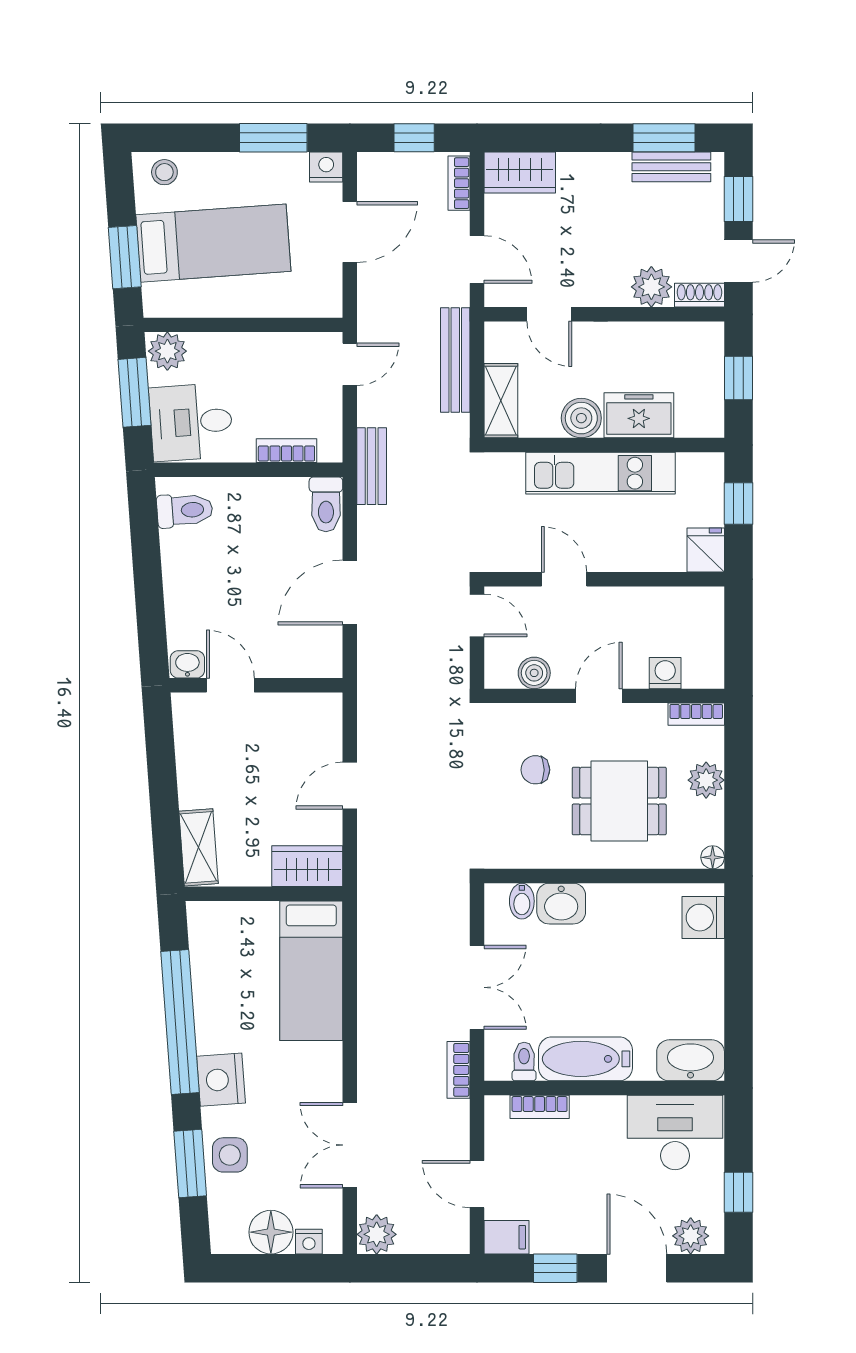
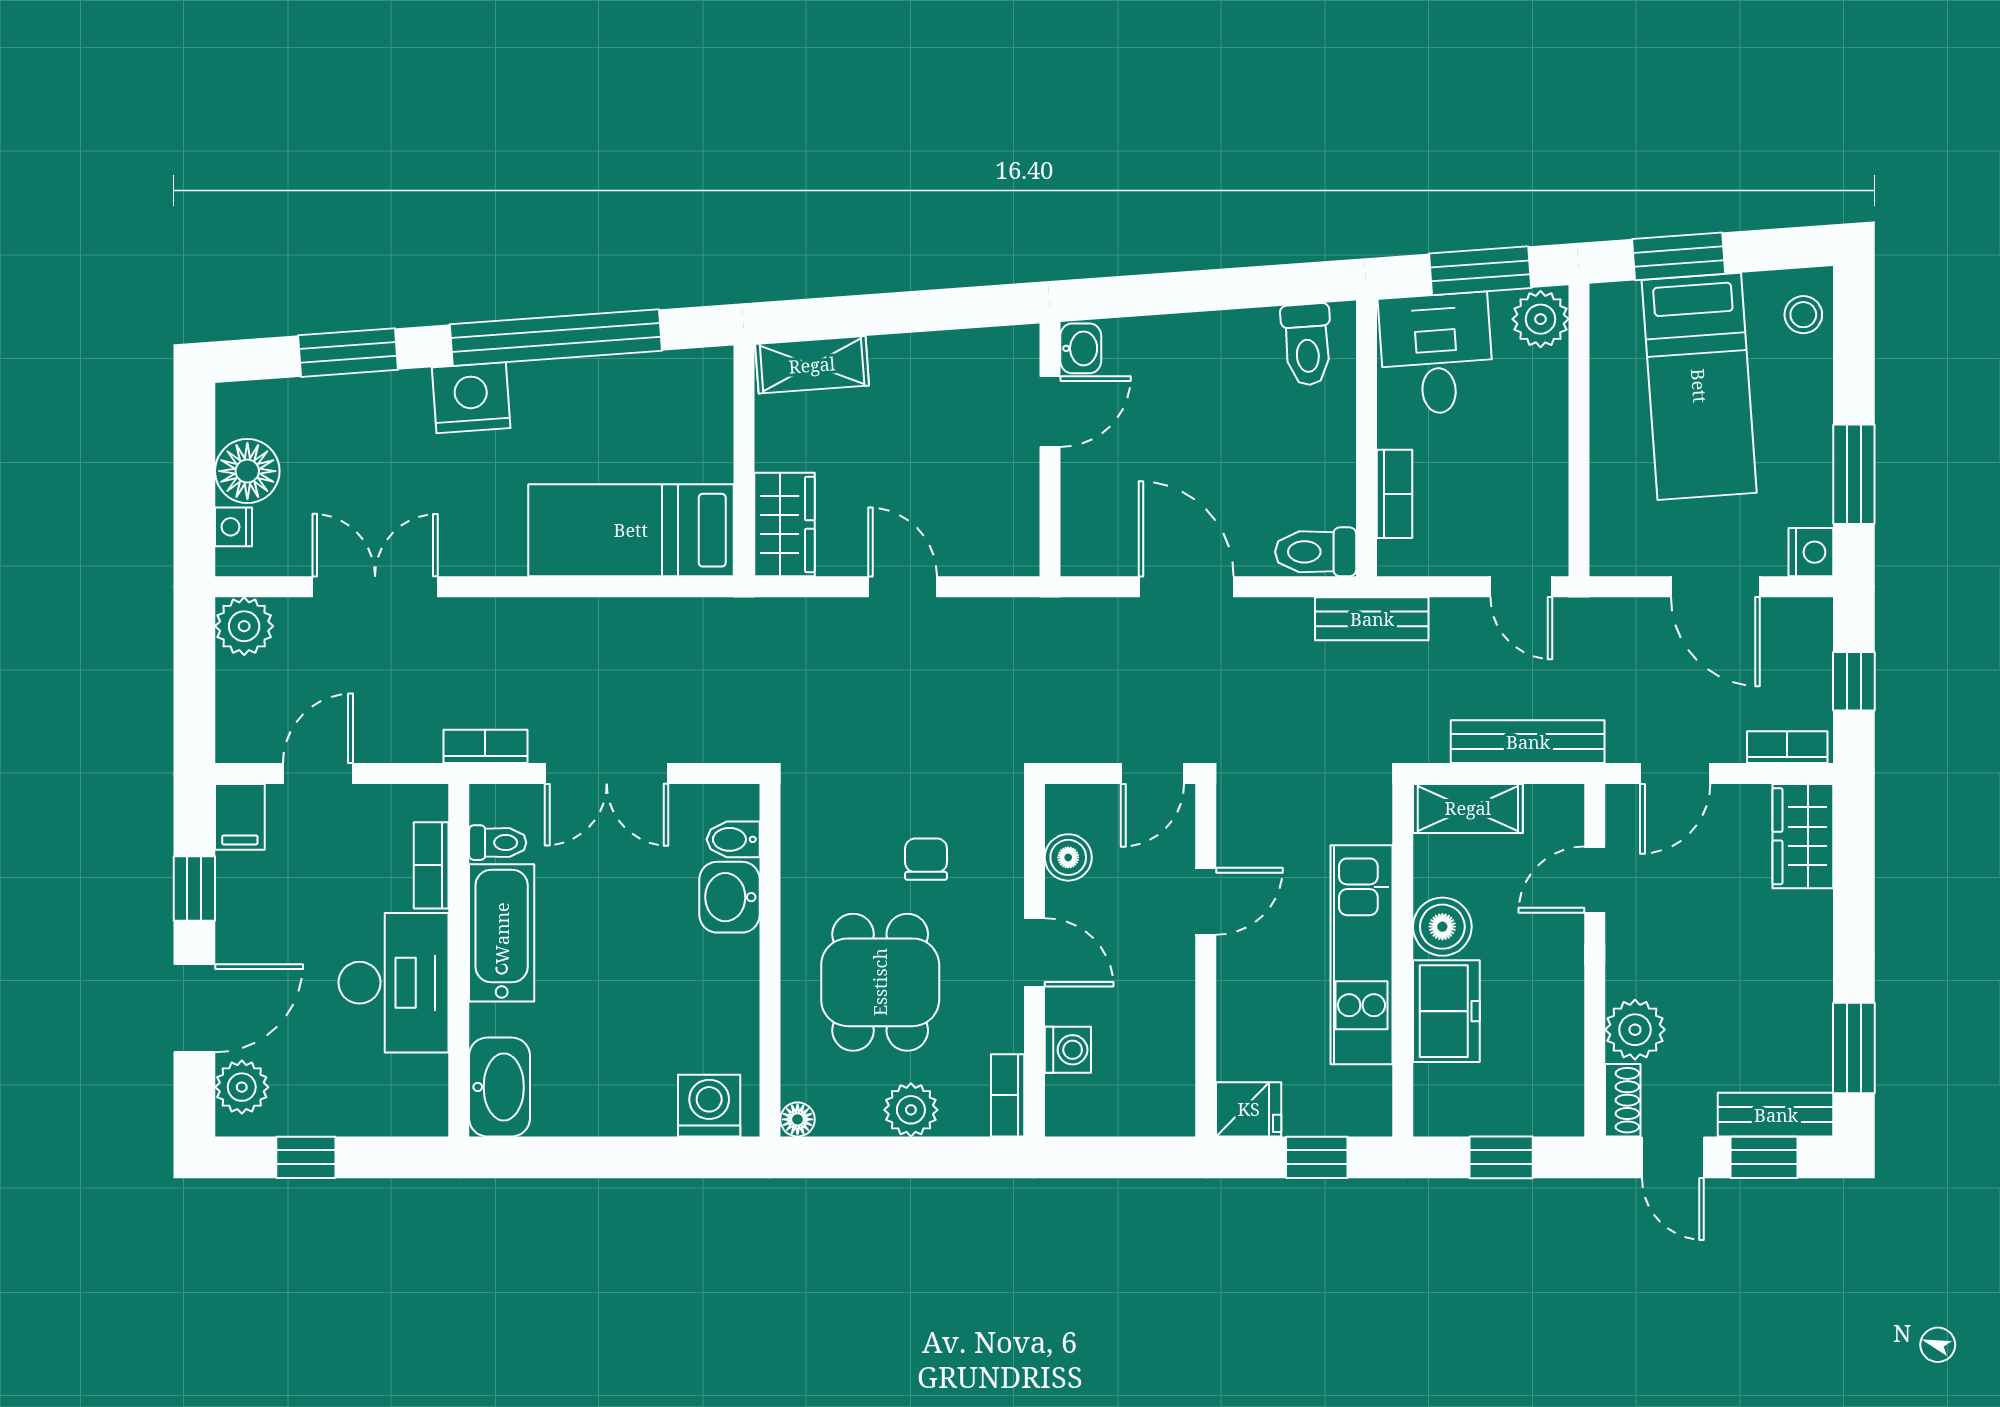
bench: (671, 167) -> (1776, 1115), moved, turned 90
desk: (675, 1132) -> (394, 983), moved
side table: (230, 1155) -> (361, 411), removed

